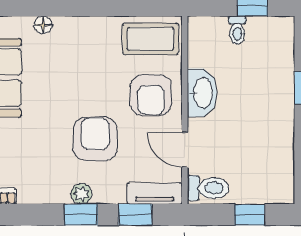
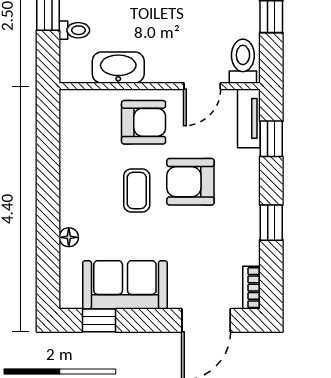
coffee table: (150, 39) -> (137, 190), moved, width x0.73, depth x0.77
washbasin: (202, 93) -> (118, 68), moved
plant: (81, 194) -> (249, 196), removed
window: (81, 215) -> (271, 223), moved

